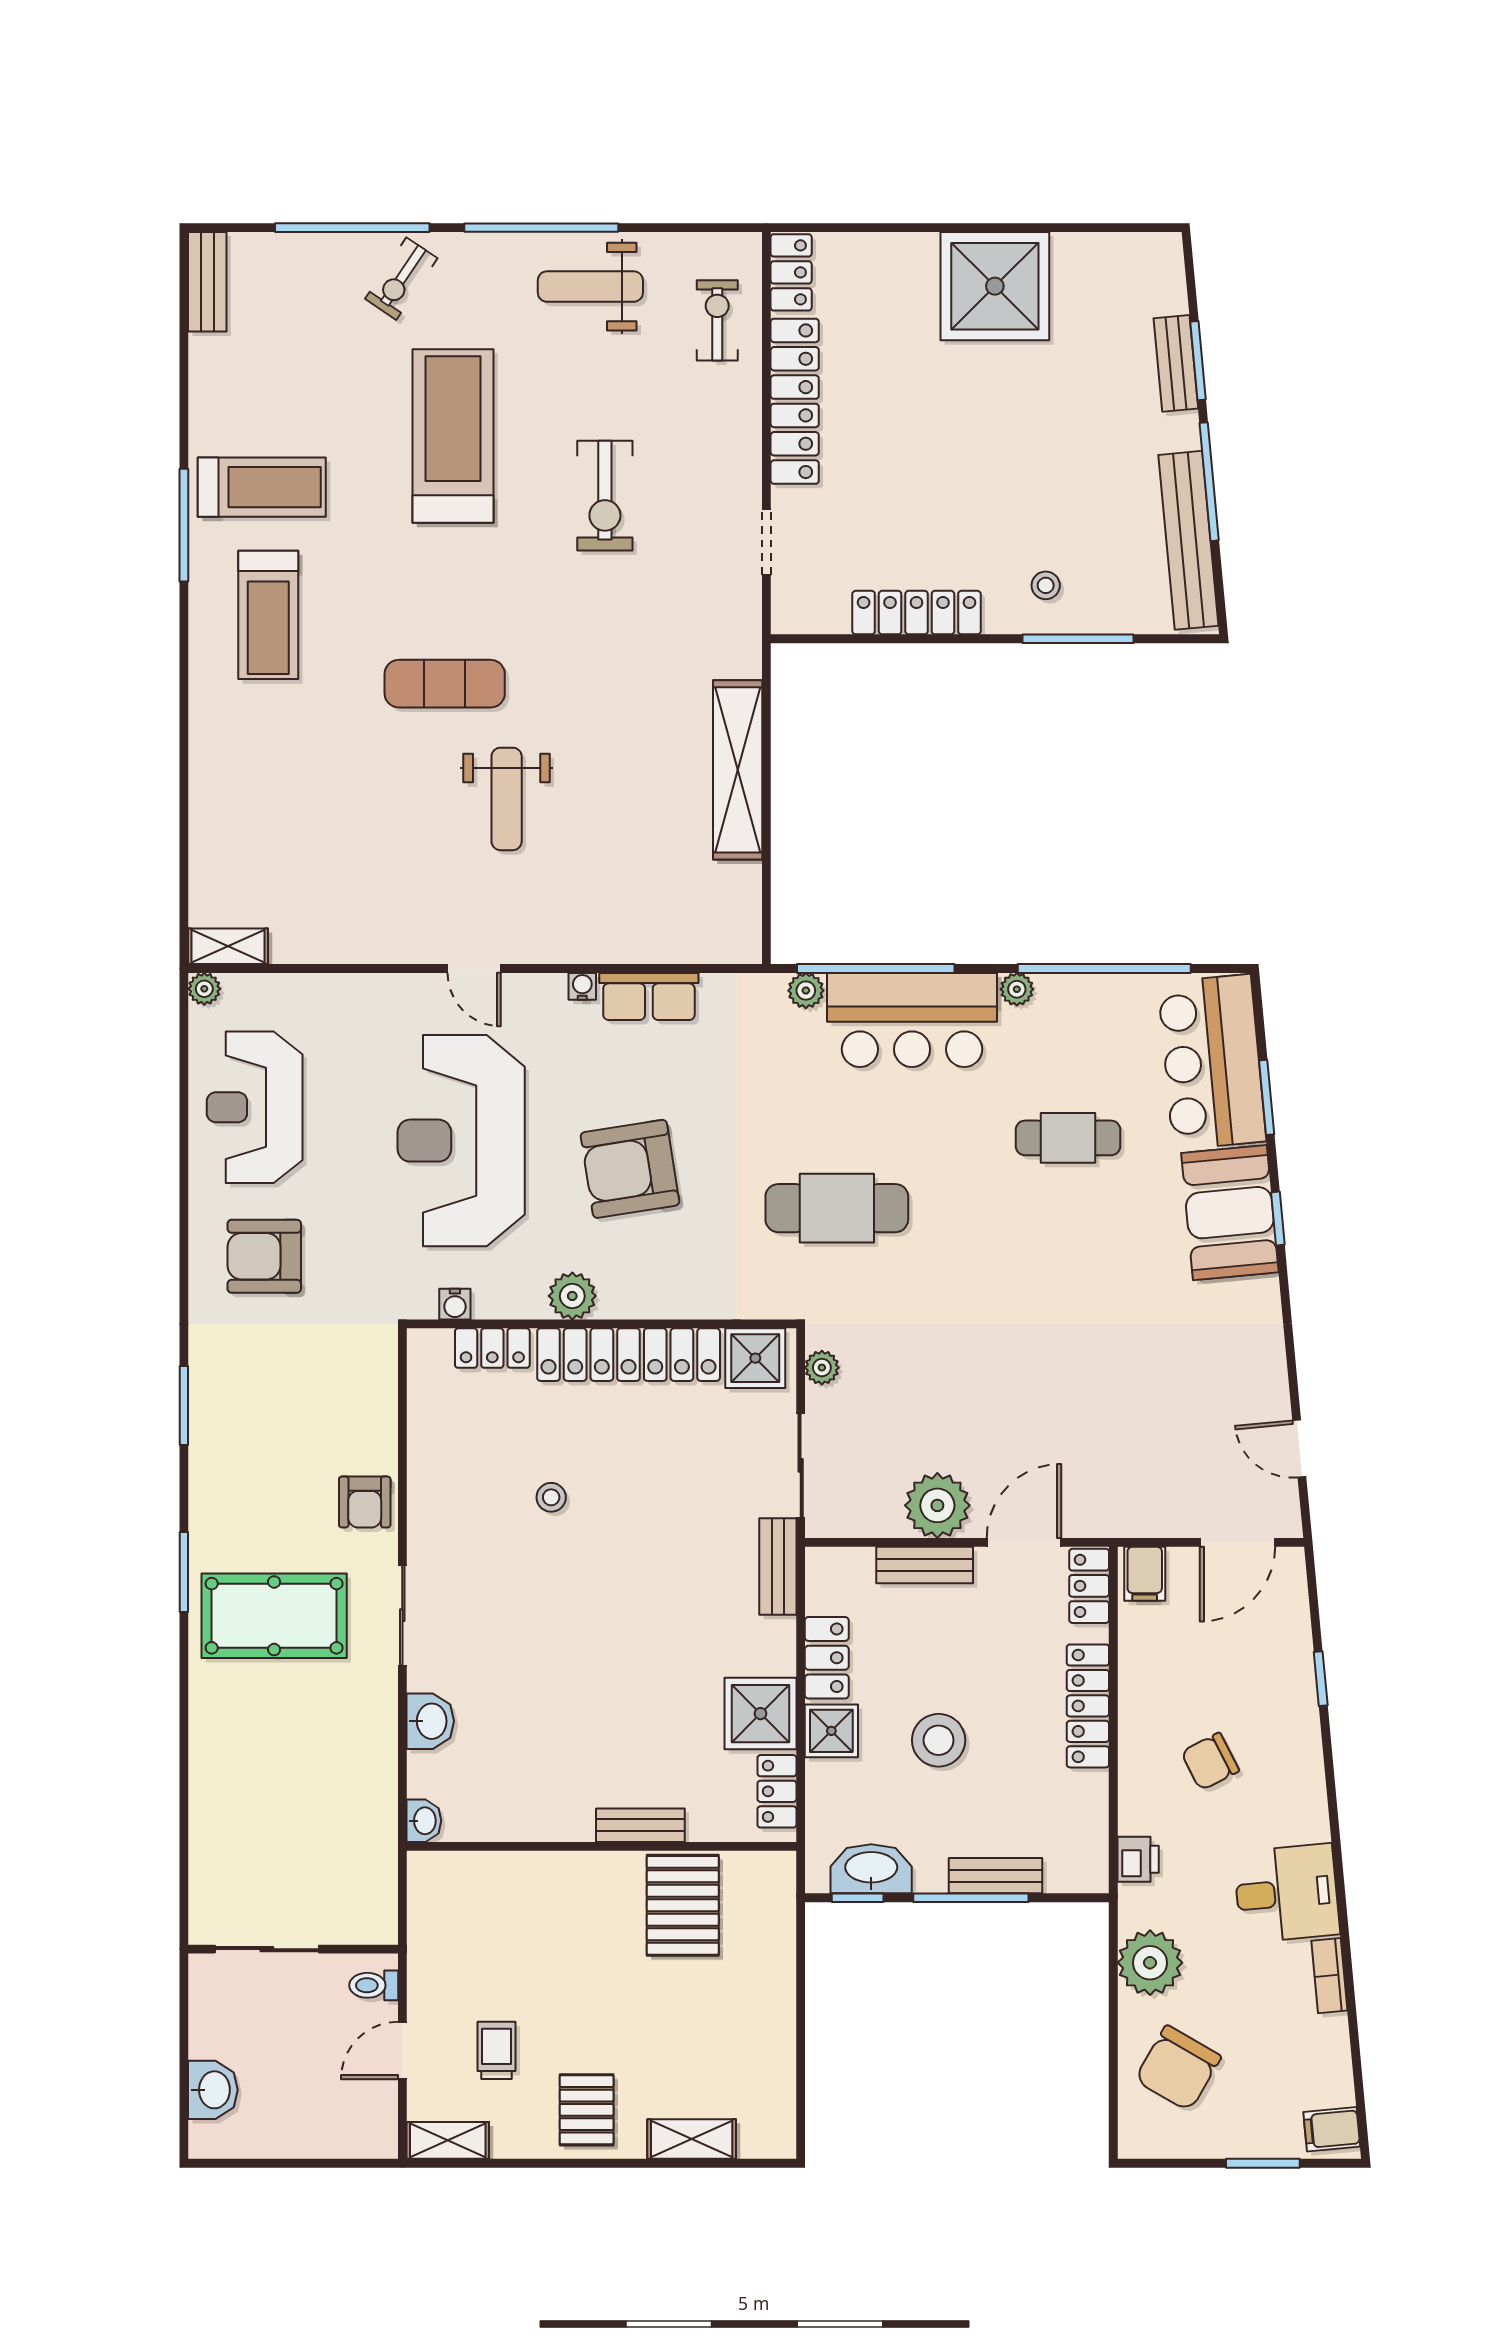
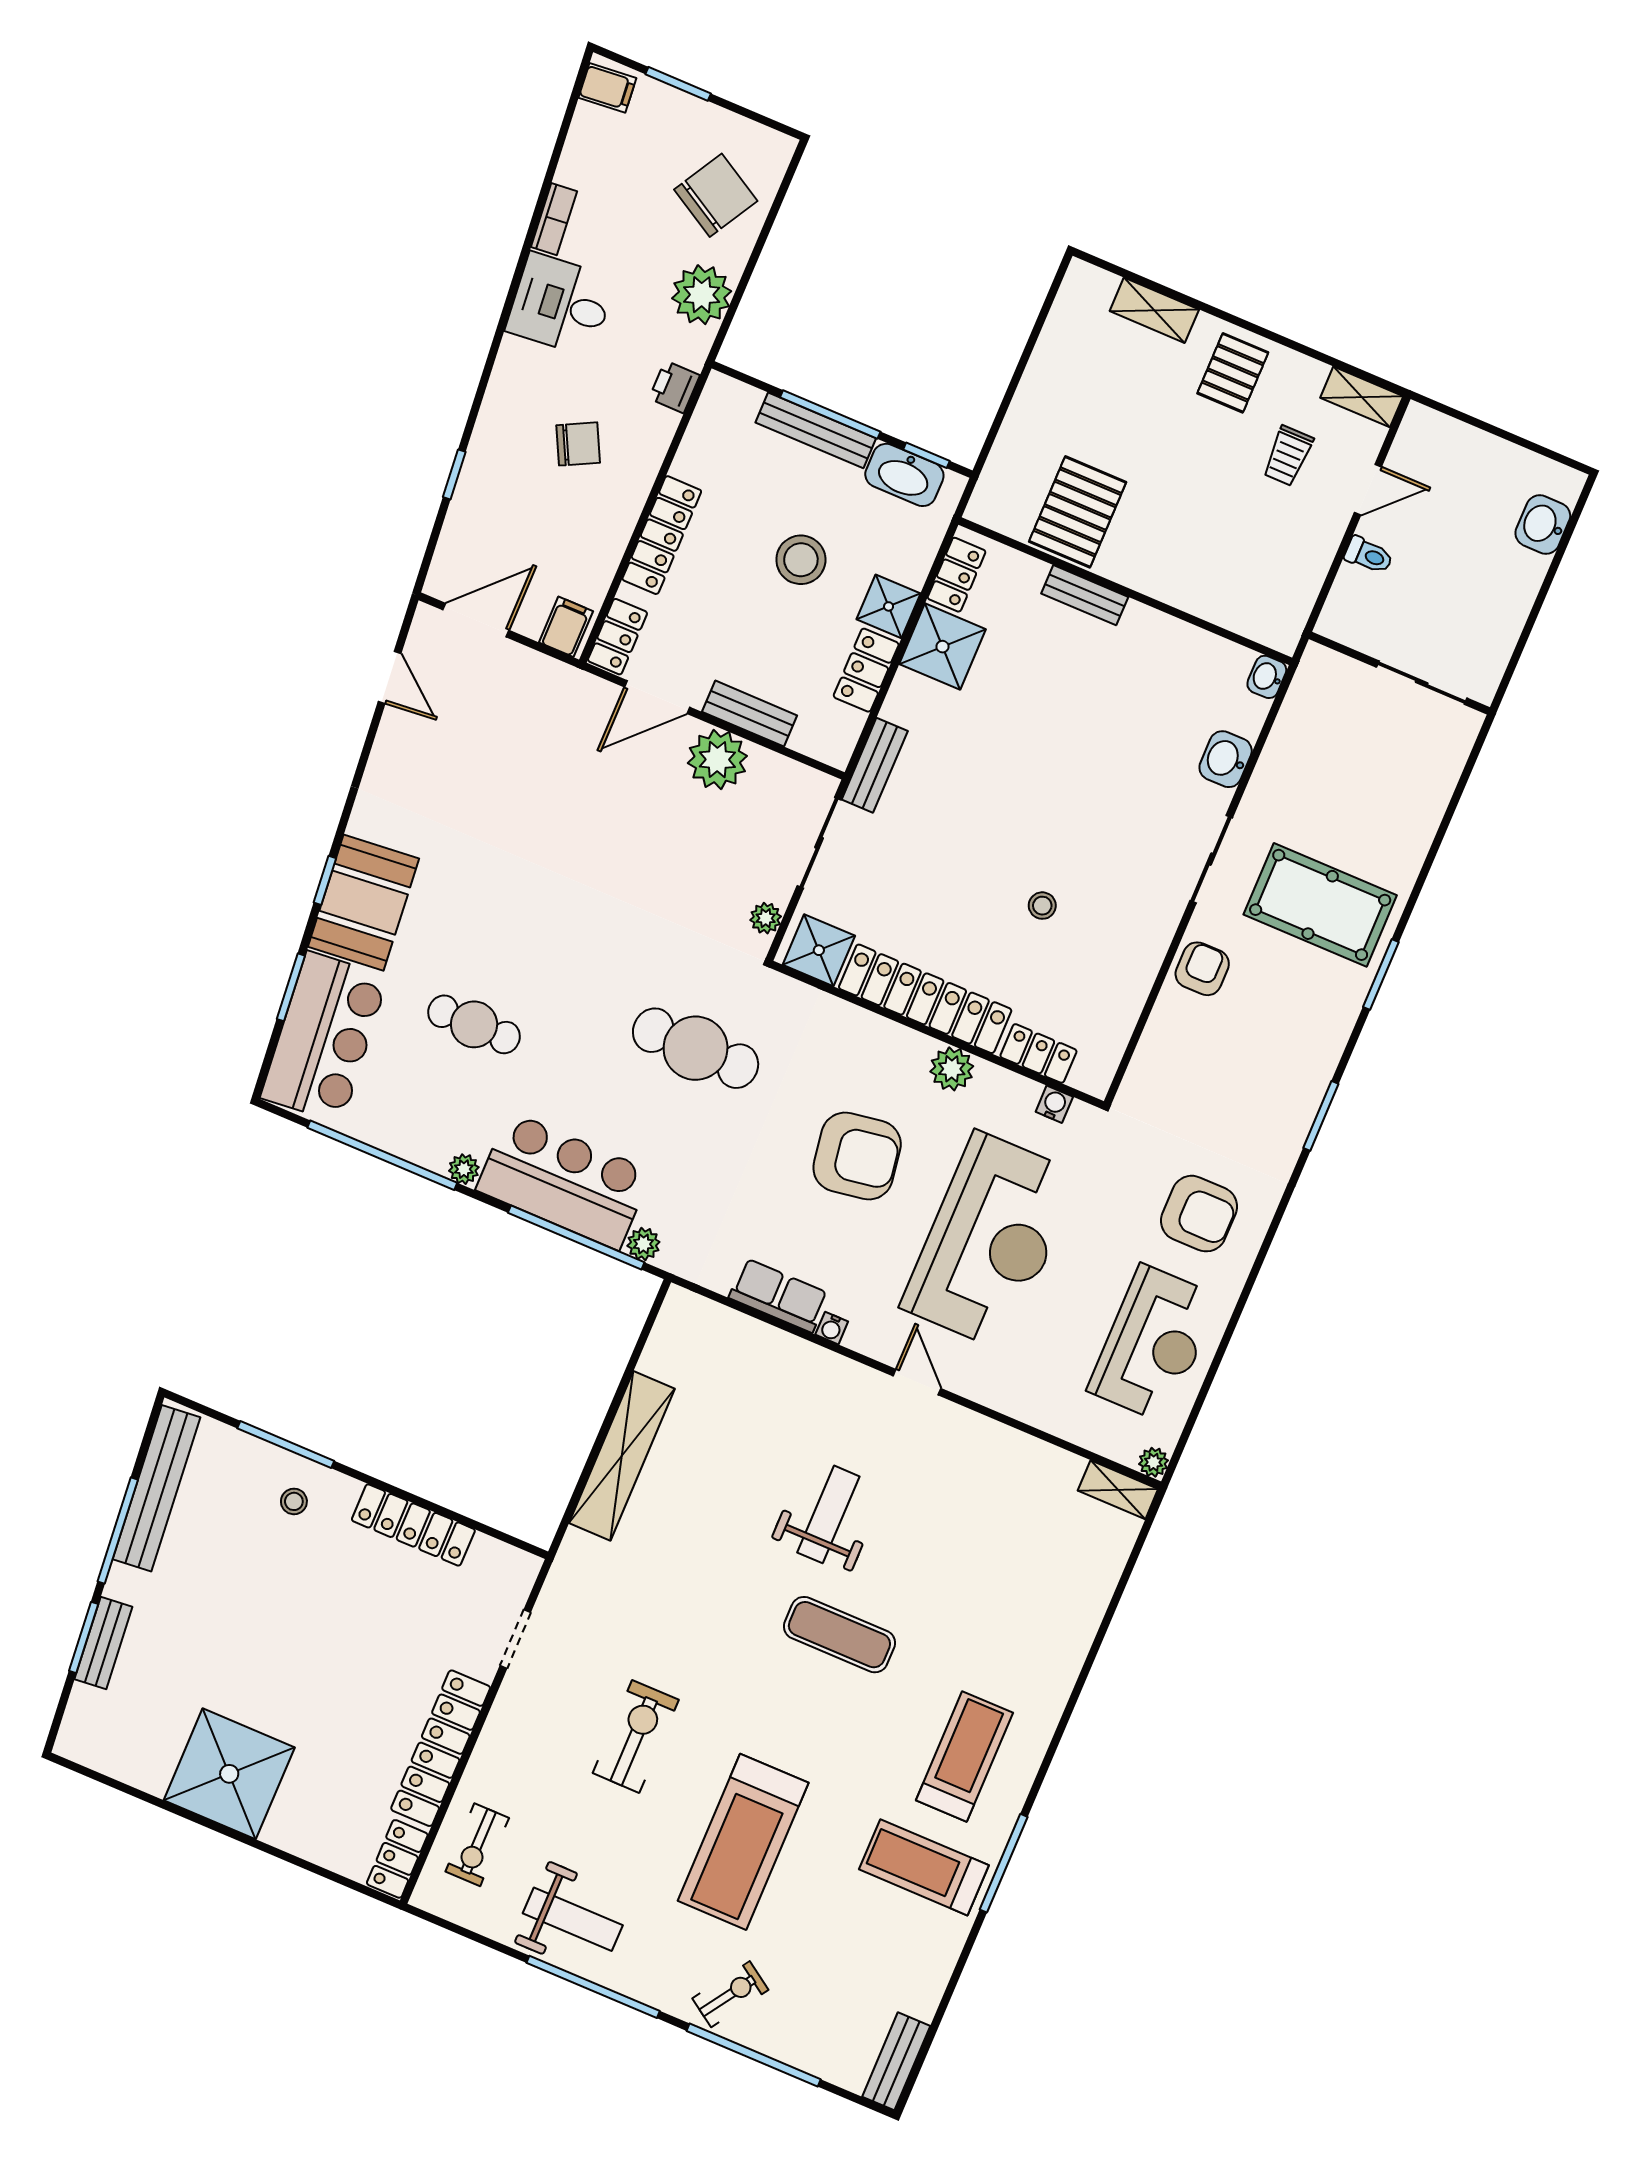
bench: (996, 1876) -> (816, 430), width x1.36
sliding door: (267, 1949) -> (1422, 683), moved
wall: (293, 1949) -> (1399, 673), moved

